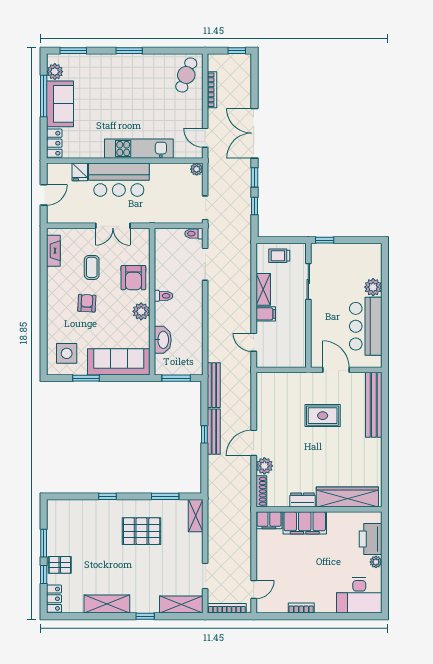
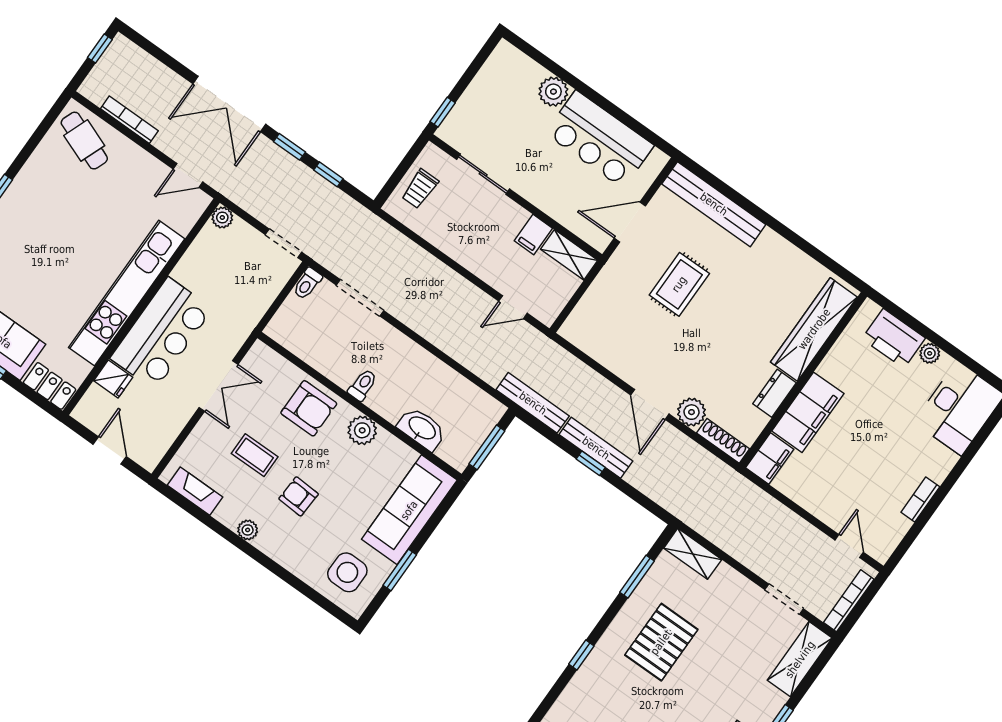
kitchen unit: (139, 149) -> (127, 293), width x1.36
shelving: (263, 289) -> (569, 255), moved
plant: (53, 290) -> (248, 530), added
filing cabinet: (266, 314) -> (533, 234), moved, turned 180

